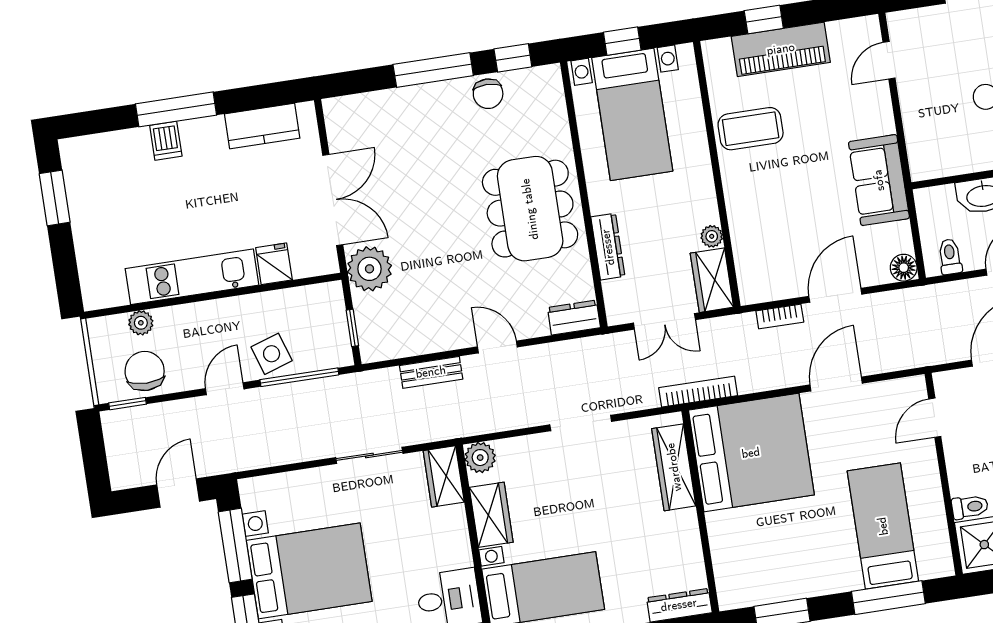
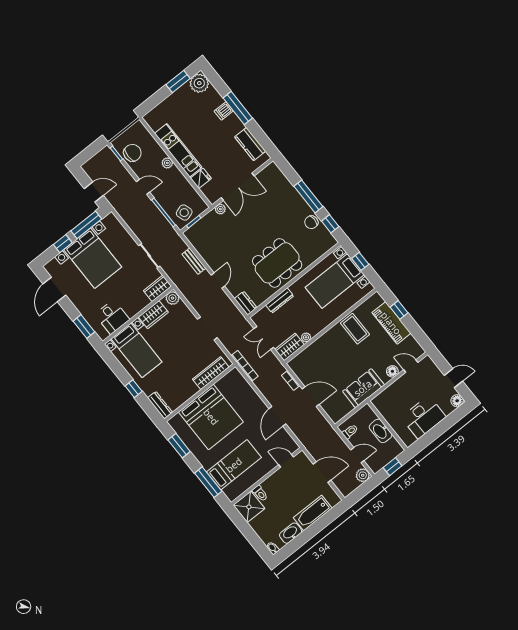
plant: (82, 158) -> (199, 83), added
floor lamp: (904, 268) -> (392, 371), moved
plant: (369, 269) -> (220, 209), width x0.53, depth x0.53
plant: (141, 323) -> (167, 163), moved
side table: (272, 354) -> (184, 213), moved
door: (836, 384) -> (277, 416), swing flipped
bed: (751, 453) -> (211, 417), moved

